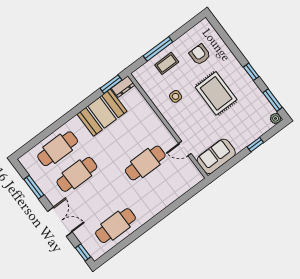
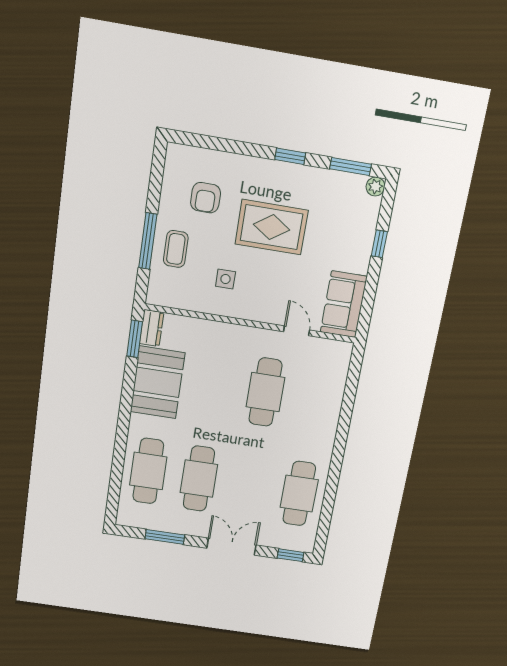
armchair: (200, 55) -> (206, 198), turned -90
door: (185, 149) -> (297, 331), swing flipped

